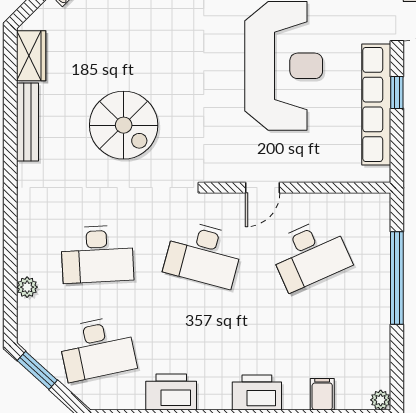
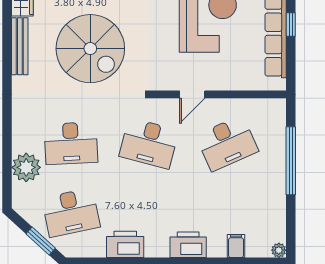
spiral stairs: (124, 125) -> (90, 49), width x1.37, depth x1.37
plant: (27, 287) -> (26, 167), width x1.87, depth x1.87
window: (37, 370) -> (41, 241), moved

